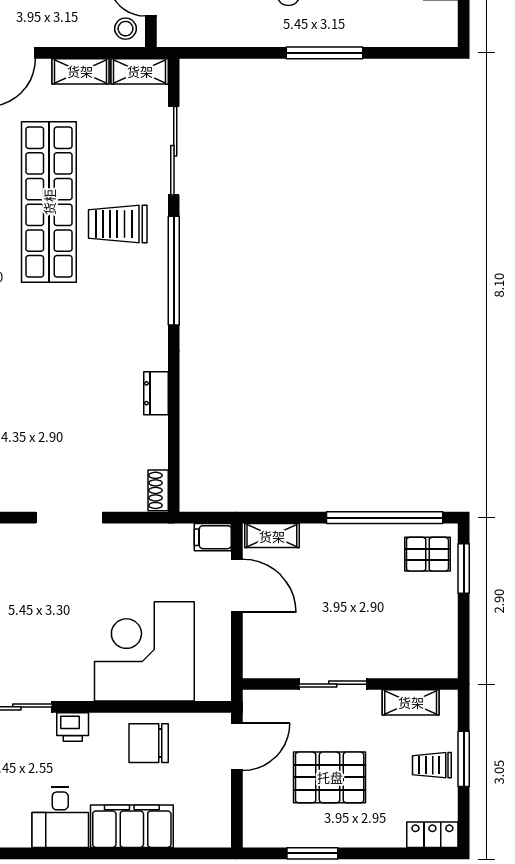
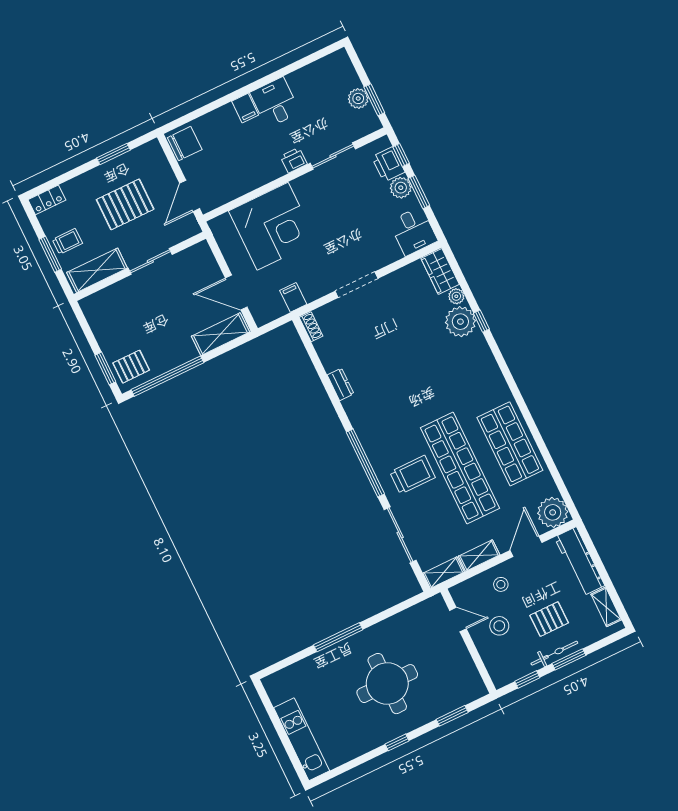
stool: (126, 29) -> (501, 584), moved
shelving: (272, 536) -> (220, 334), width x1.50, depth x1.33
filing cabinet: (213, 537) -> (293, 297), moved, turned -90
shelving: (411, 702) -> (97, 270), width x1.50, depth x1.33
chair: (149, 743) -> (185, 144), moved
filing cabinet: (132, 826) -> (245, 108), width x0.33, depth x0.86

